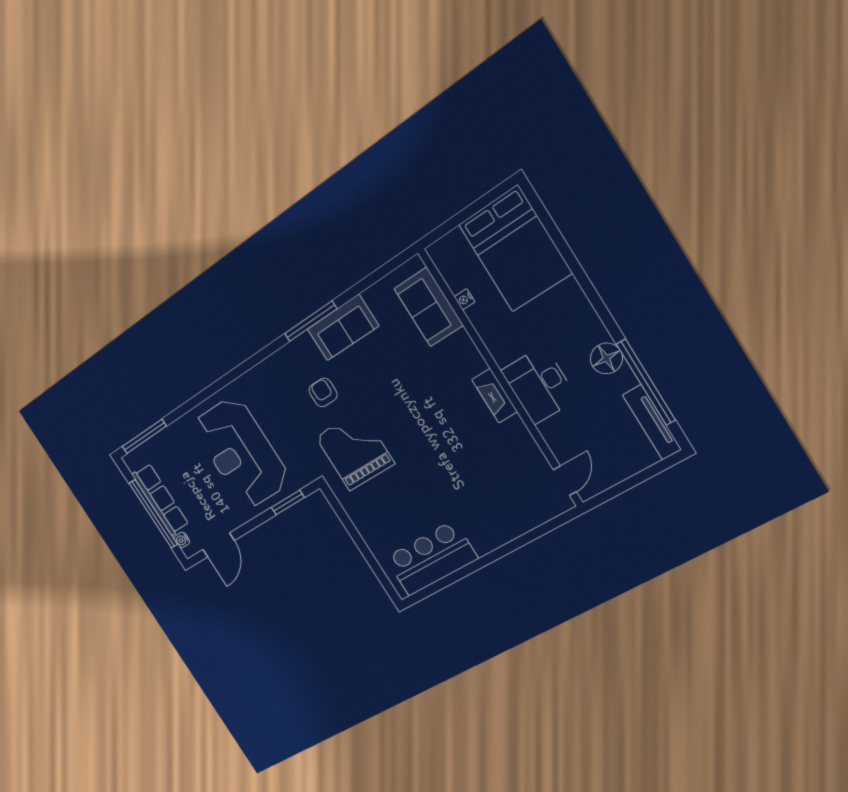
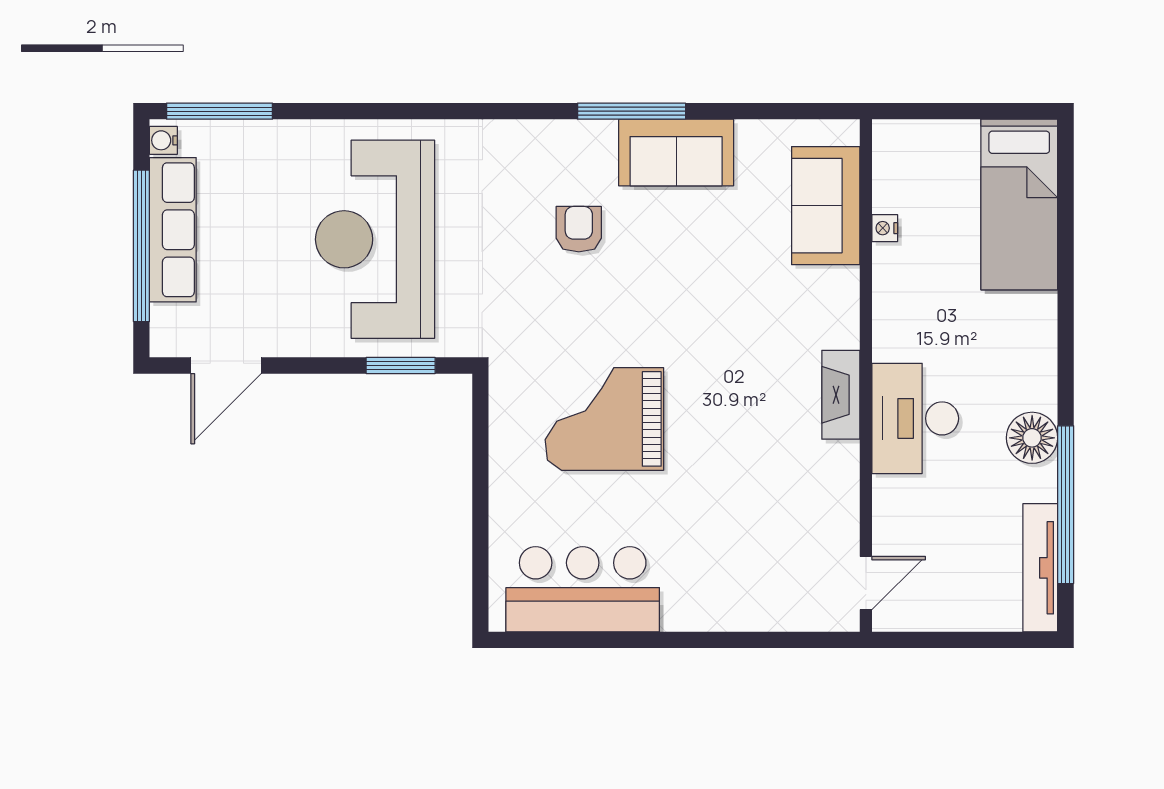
bed: (515, 249) -> (1019, 205), width x0.67
grand piano: (355, 450) -> (604, 419), moved, turned -90
water cooler: (182, 540) -> (163, 140), moved

